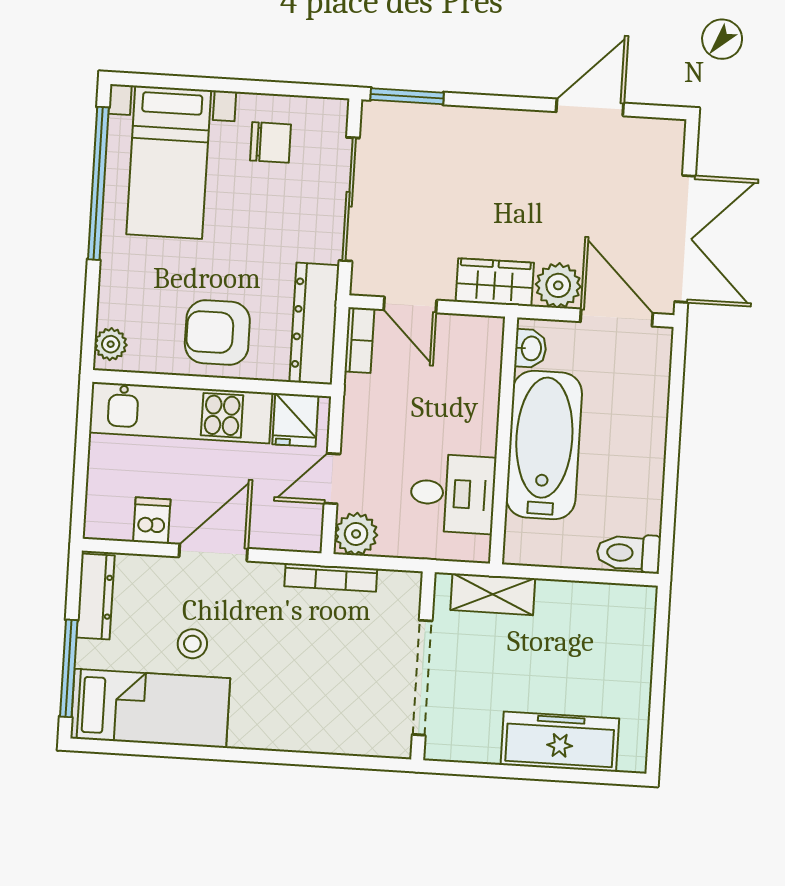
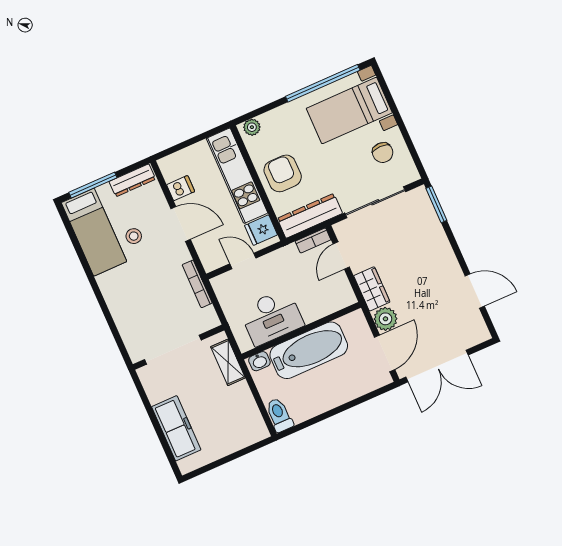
washbasin: (530, 348) -> (259, 361), moved
desk: (453, 494) -> (272, 317), width x1.37
plant: (356, 534) -> (223, 285), removed

